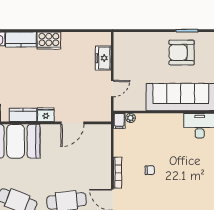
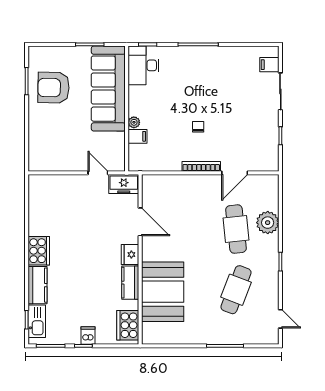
armchair: (182, 52) -> (54, 88), turned 91
freezer: (103, 58) -> (124, 184), moved
plant: (131, 118) -> (134, 122), moved
filing cabinet: (119, 121) -> (138, 136), moved

